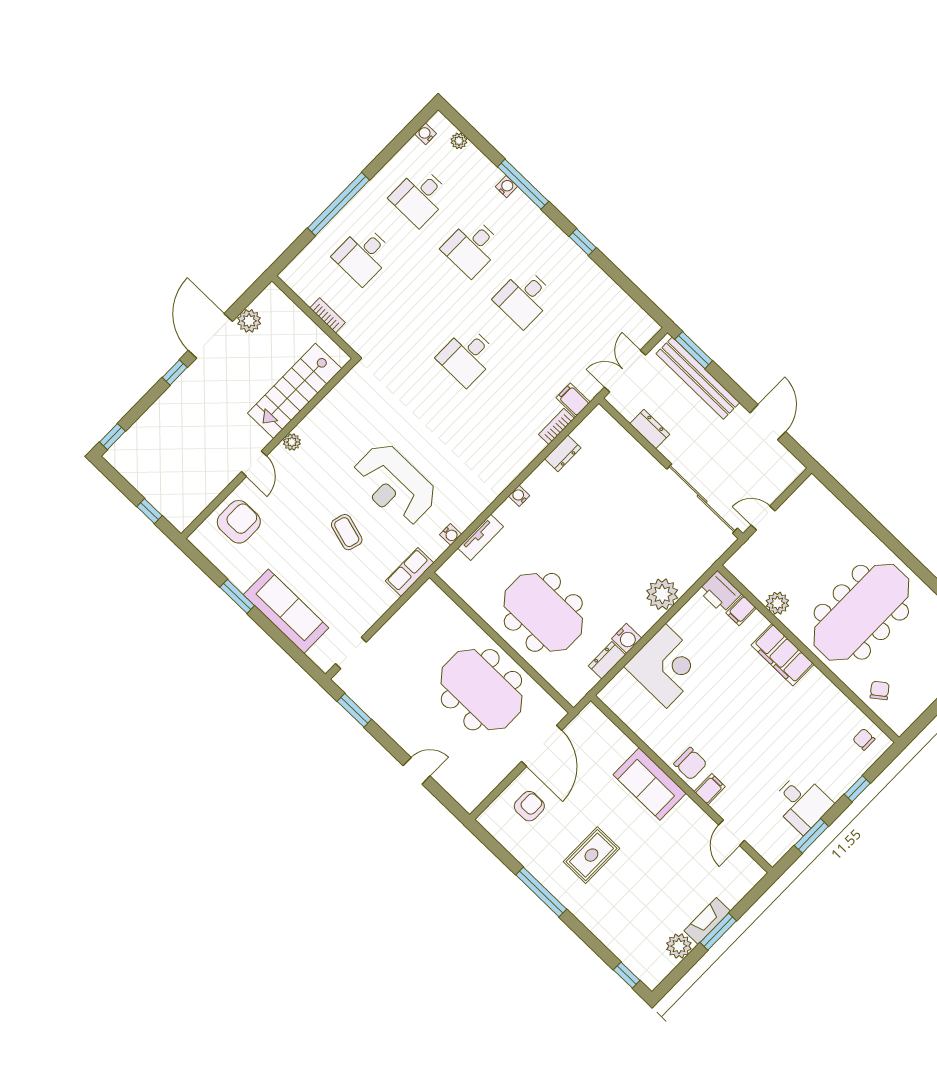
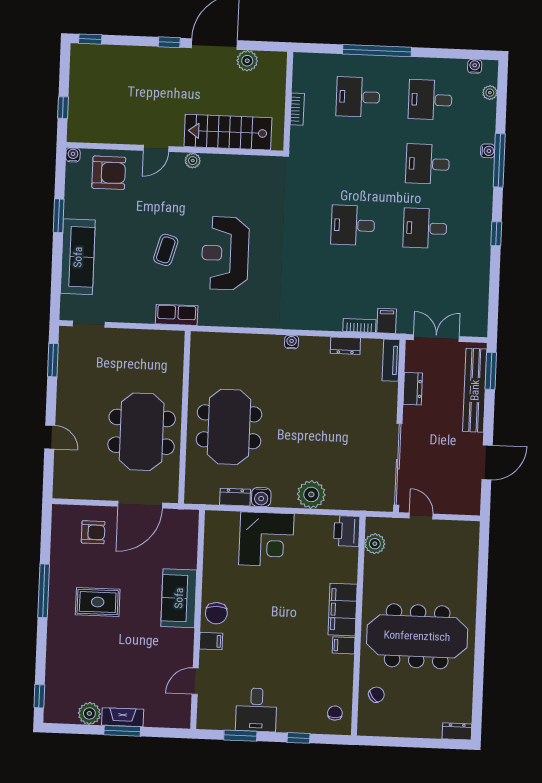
water cooler: (451, 534) -> (73, 155), moved, turned 180
tv unit: (481, 537) -> (391, 360), moved, turned 90
plant: (777, 603) -> (375, 544), moved
filing cabinet: (741, 610) -> (344, 645), moved

